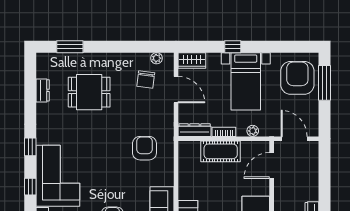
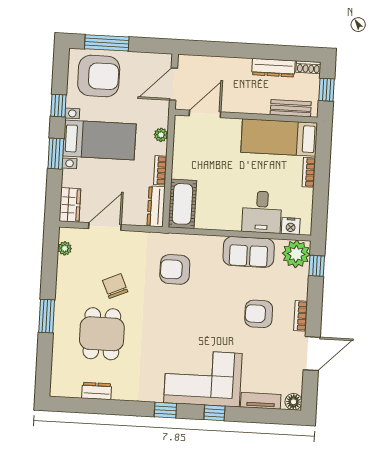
window: (70, 47) -> (47, 316), moved
window: (233, 47) -> (56, 154), width x1.50
window: (272, 47) -> (58, 106), added
armchair: (297, 78) -> (99, 76), turned 180
chair: (146, 79) -> (115, 286), moved, turned -121
cot: (221, 151) -> (182, 204), moved
door: (272, 165) -> (205, 114), swing flipped

